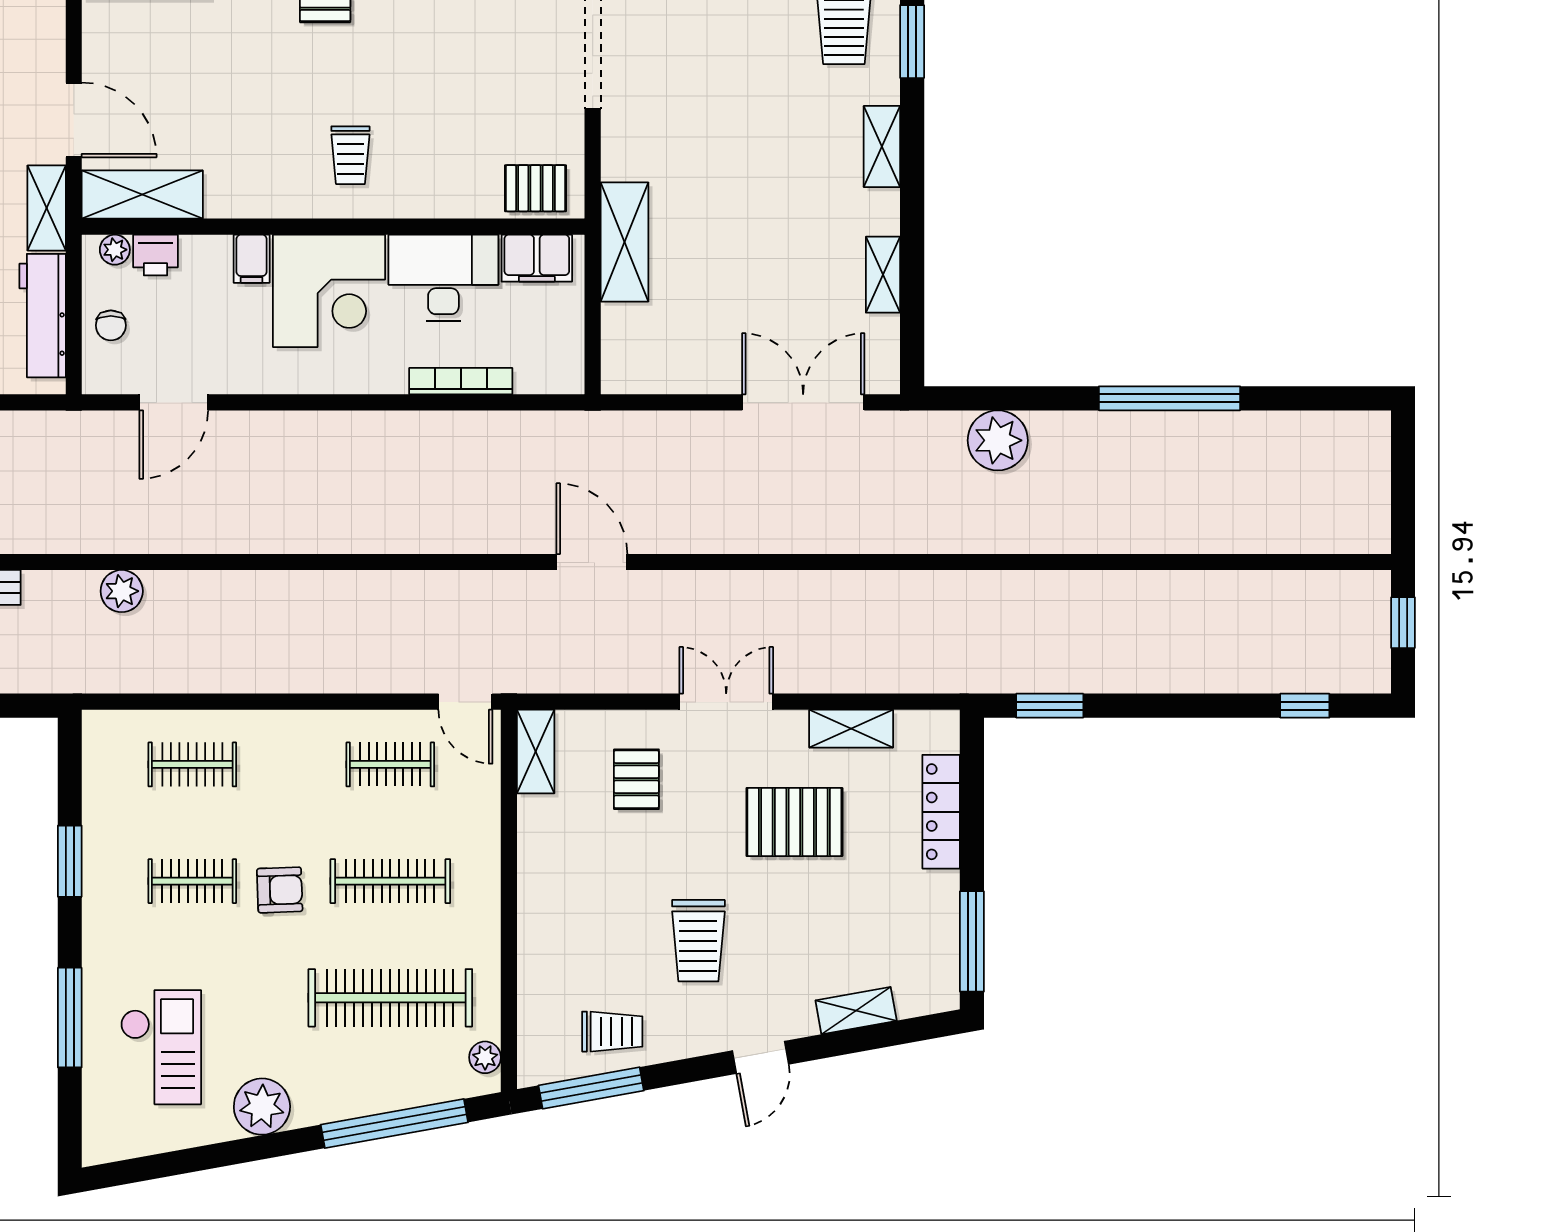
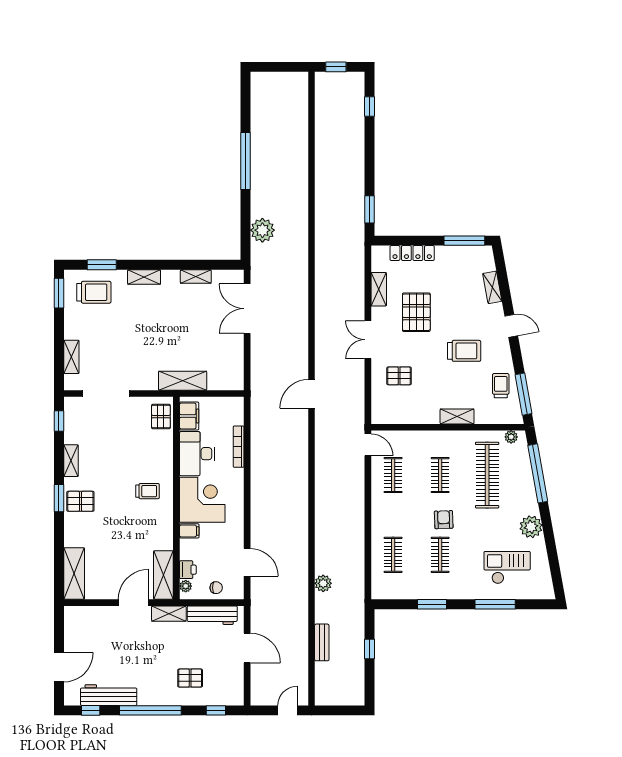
door: (465, 702) -> (368, 445), hinge flipped
shelving: (536, 751) -> (457, 416), moved
clothes rail: (390, 881) -> (440, 475), width x0.73

